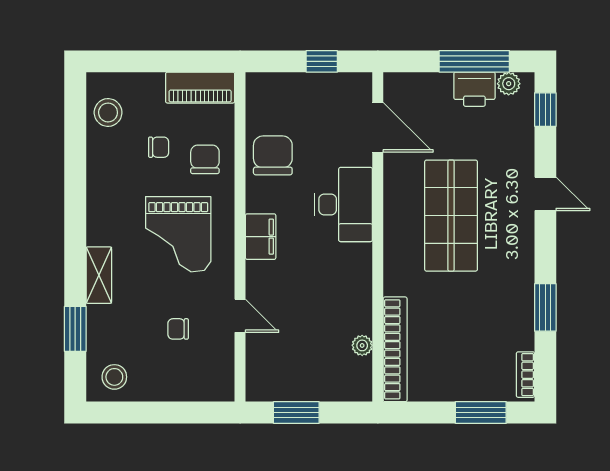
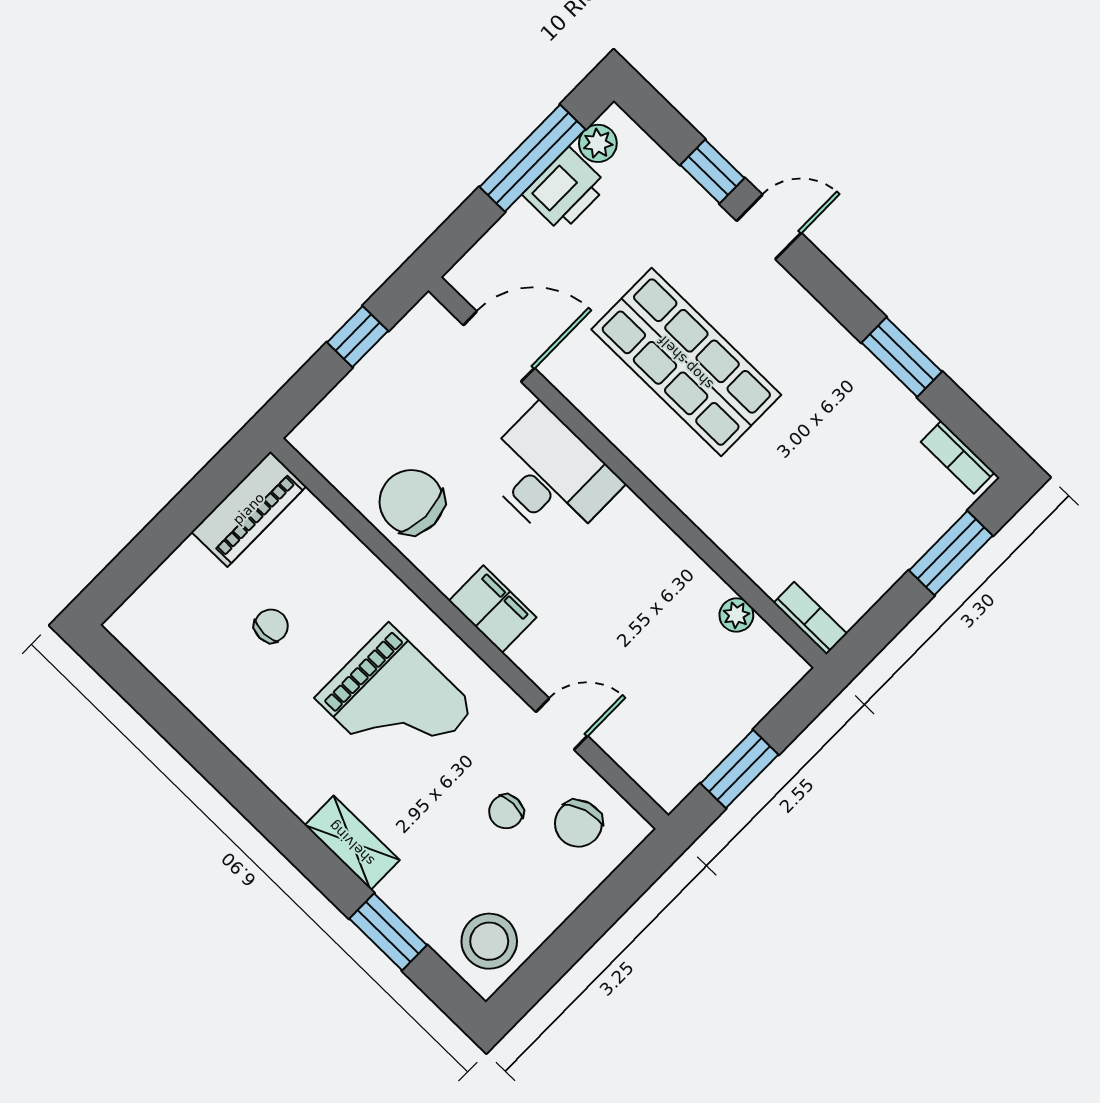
window: (545, 110) -> (712, 171), moved
stool: (108, 112) -> (172, 645), removed
chair: (205, 159) -> (578, 824), moved, turned -107
bookcase: (395, 349) -> (810, 618), width x0.43, depth x0.76
stool: (114, 377) -> (489, 941), width x1.38, depth x1.38

